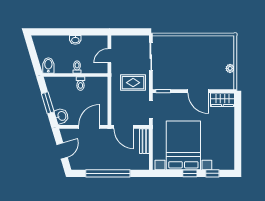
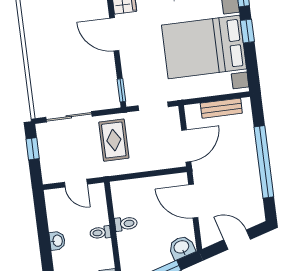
window: (134, 32) -> (33, 149), added
door: (198, 91) -> (114, 34), swing flipped
bench: (144, 141) -> (221, 108), moved

